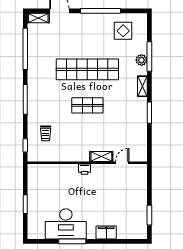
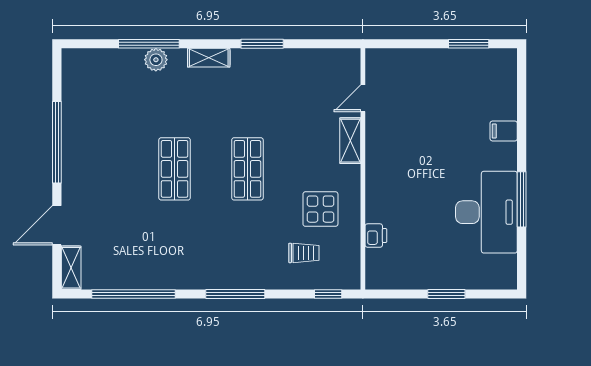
display table: (123, 31) -> (320, 209), moved
shop shelf: (87, 69) -> (175, 169), width x0.50, depth x0.74
door: (122, 163) -> (363, 98), hinge flipped
printer: (84, 169) -> (376, 236), moved
filing cabinet: (106, 232) -> (504, 131), width x0.50

